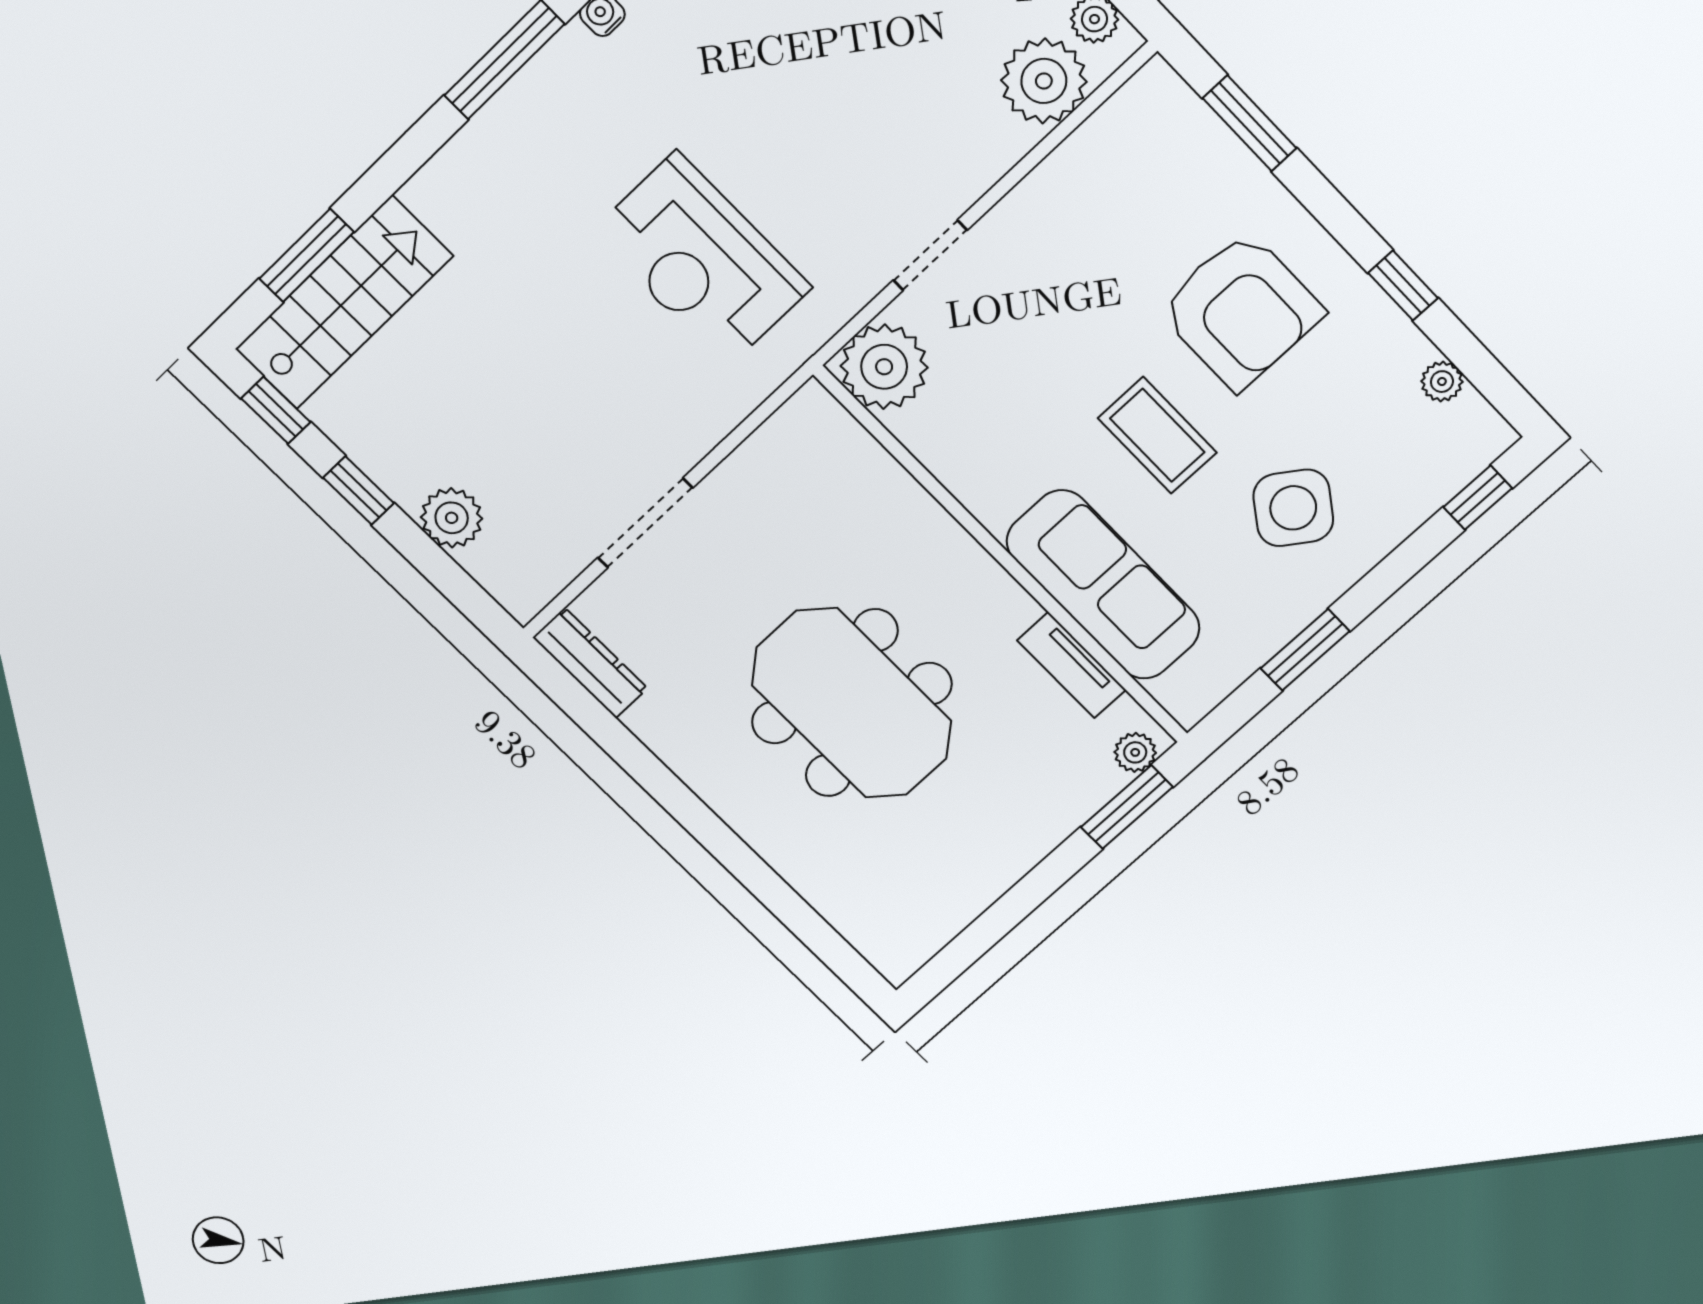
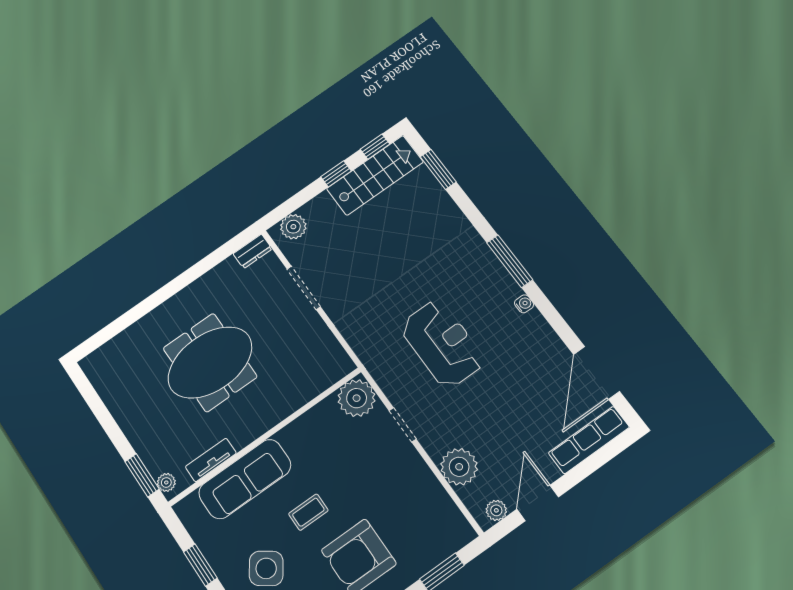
plant: (1044, 81) -> (459, 467), moved
reception desk: (701, 260) -> (442, 344), moved, turned 90
stairs: (344, 303) -> (375, 175), moved, turned -90
coffee table: (1157, 435) -> (308, 512), width x0.73, depth x0.77
plant: (452, 518) -> (293, 227), moved
dresser: (590, 663) -> (253, 251), width x0.70

